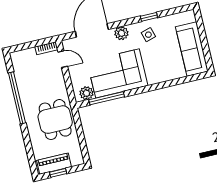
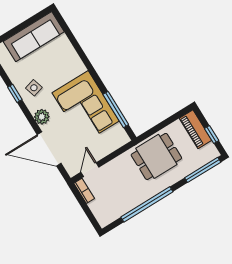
plant: (86, 93) -> (117, 133), removed
window: (31, 155) -> (203, 170), added
piano: (54, 164) -> (195, 129), moved

